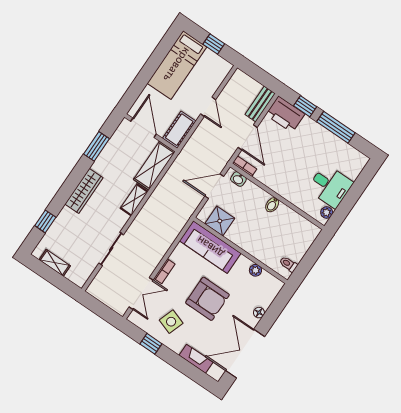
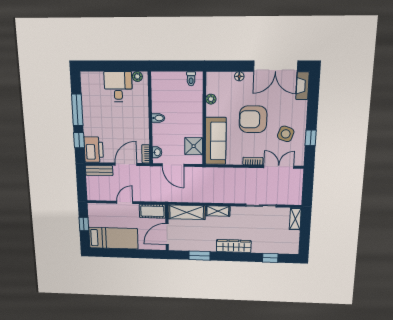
shelving: (55, 263) -> (295, 219), moved
armchair: (207, 299) -> (253, 119), turned -90
fireplace: (196, 359) -> (302, 86), moved

